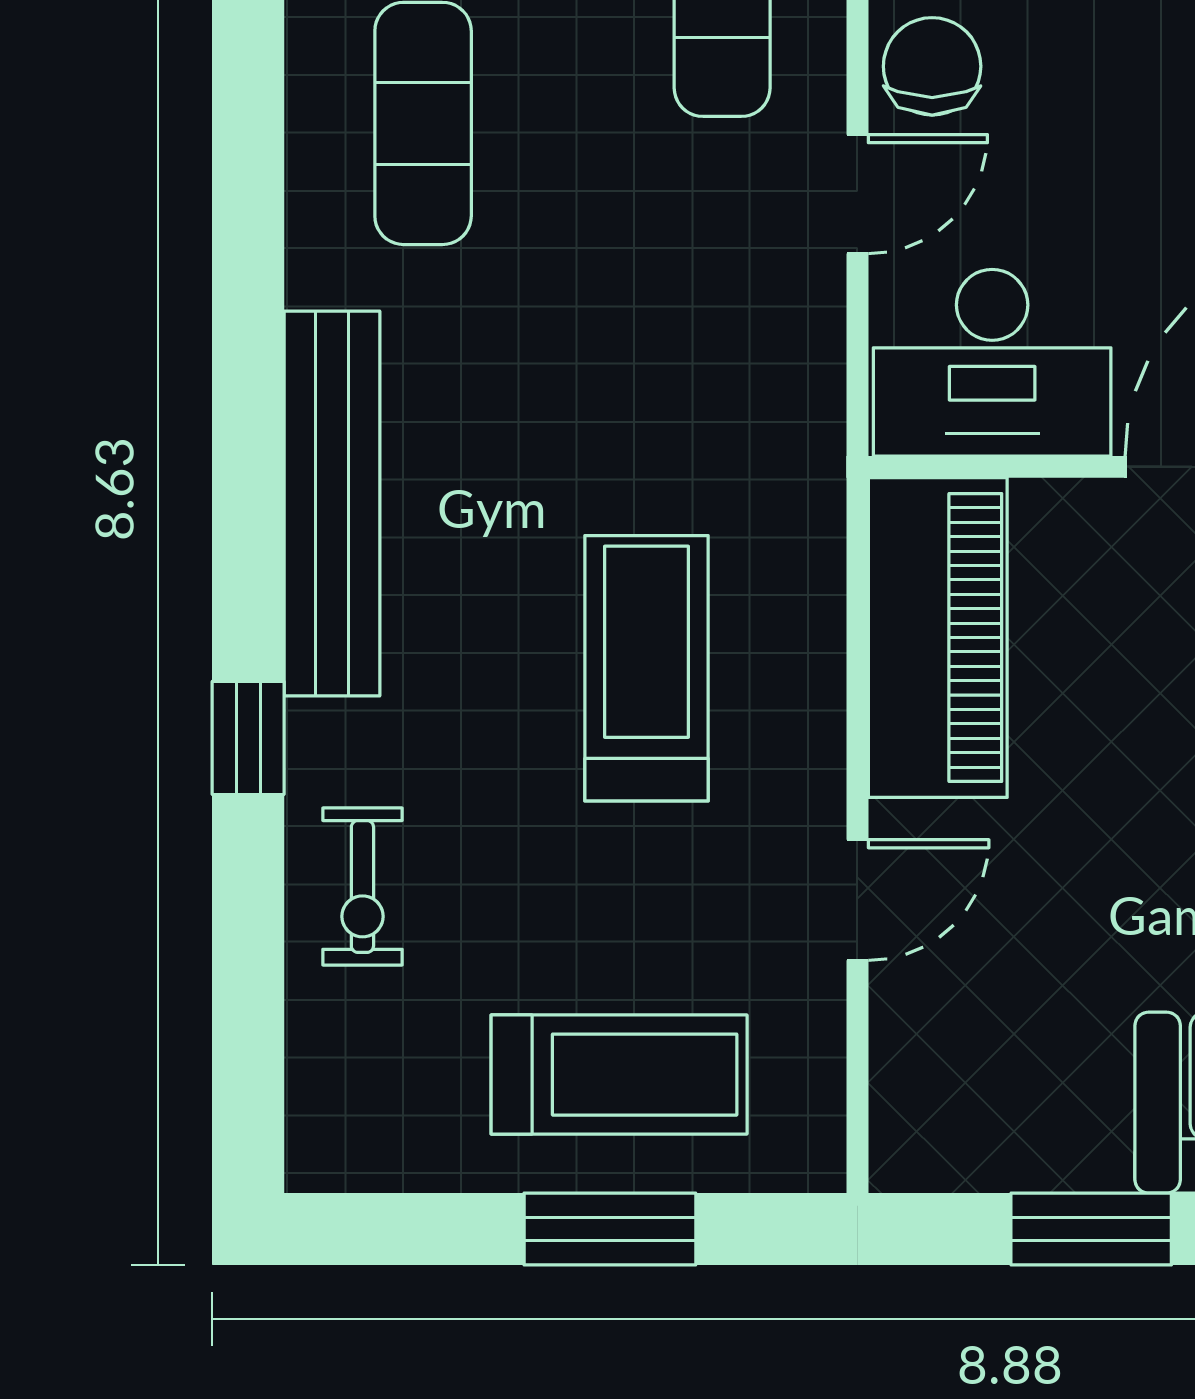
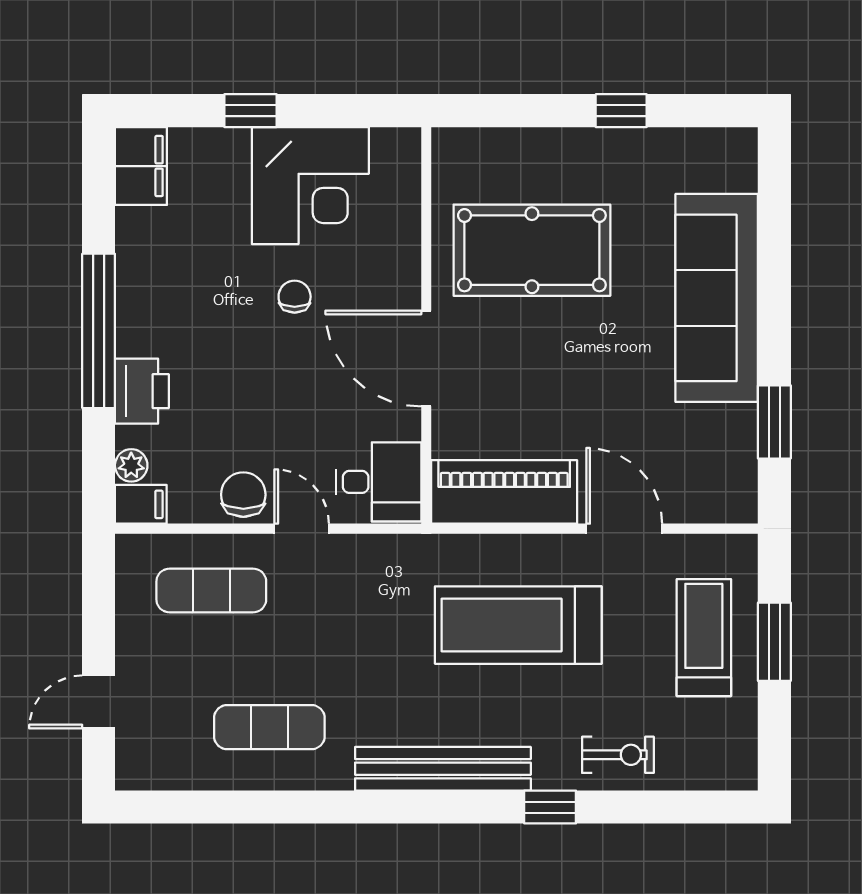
chair: (932, 66) -> (243, 495), turned 90
desk: (992, 363) -> (379, 482), width x0.73
treadmill: (647, 668) -> (518, 625), width x1.37, depth x1.38
door: (857, 900) -> (624, 529), width x1.38

